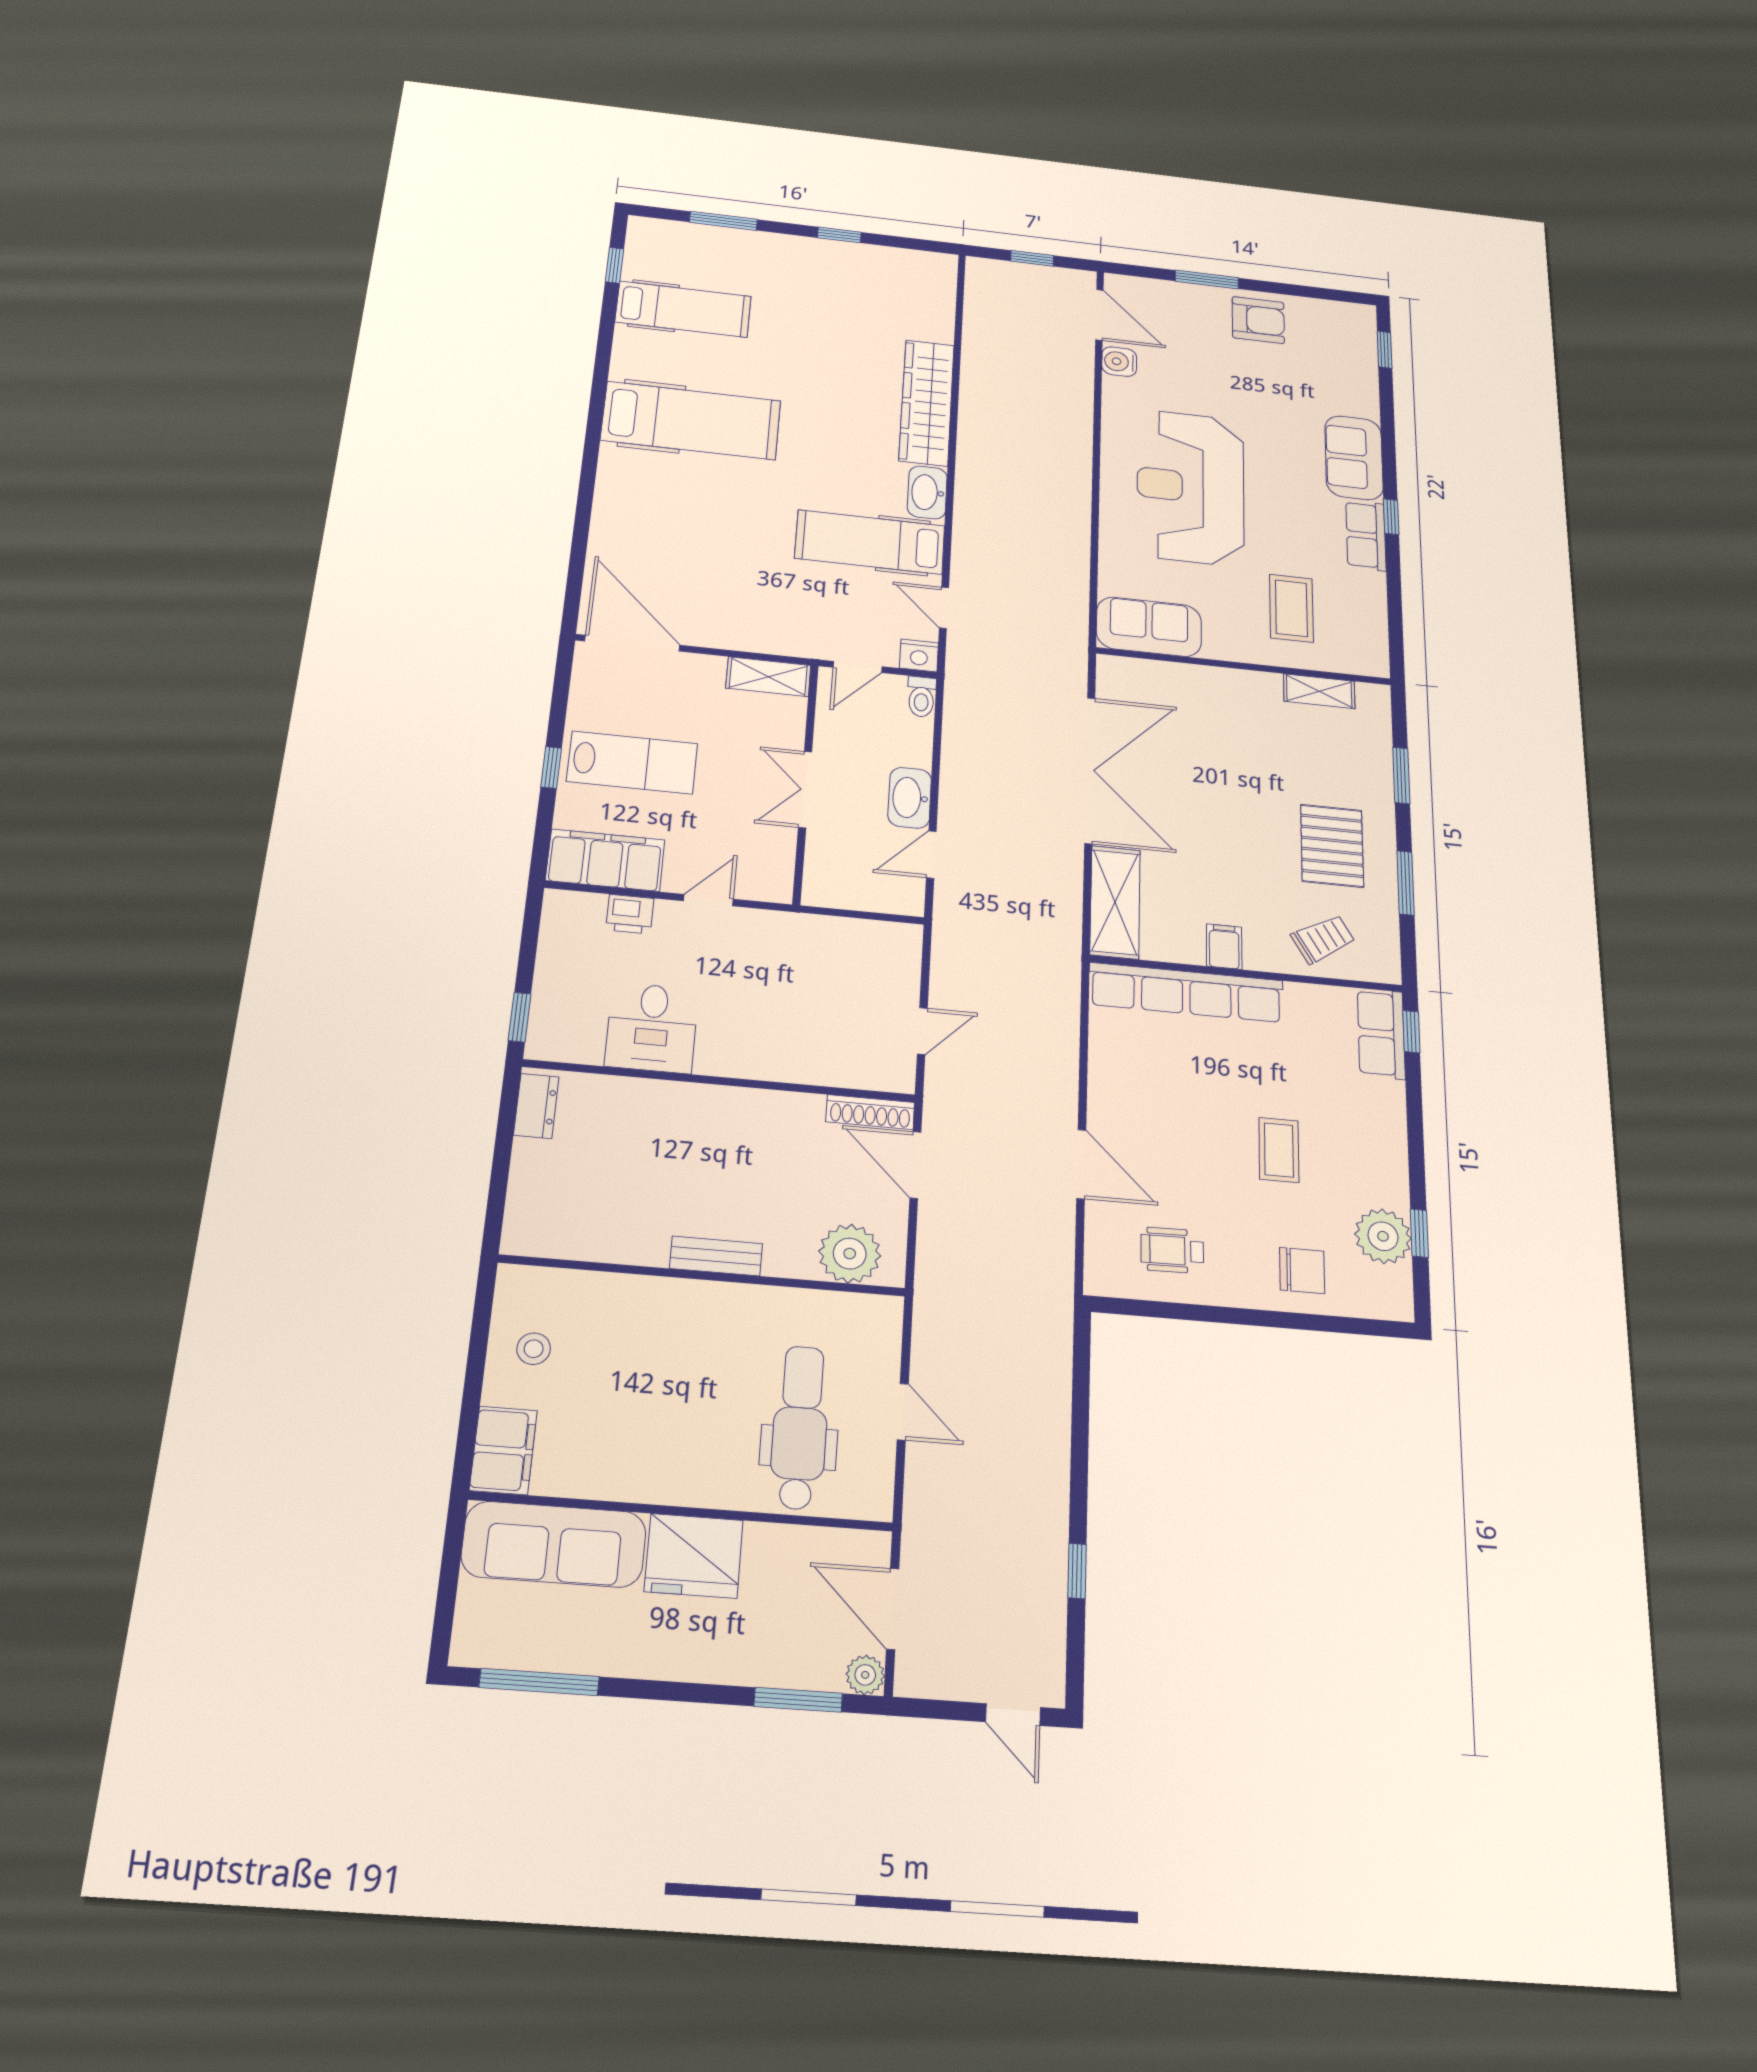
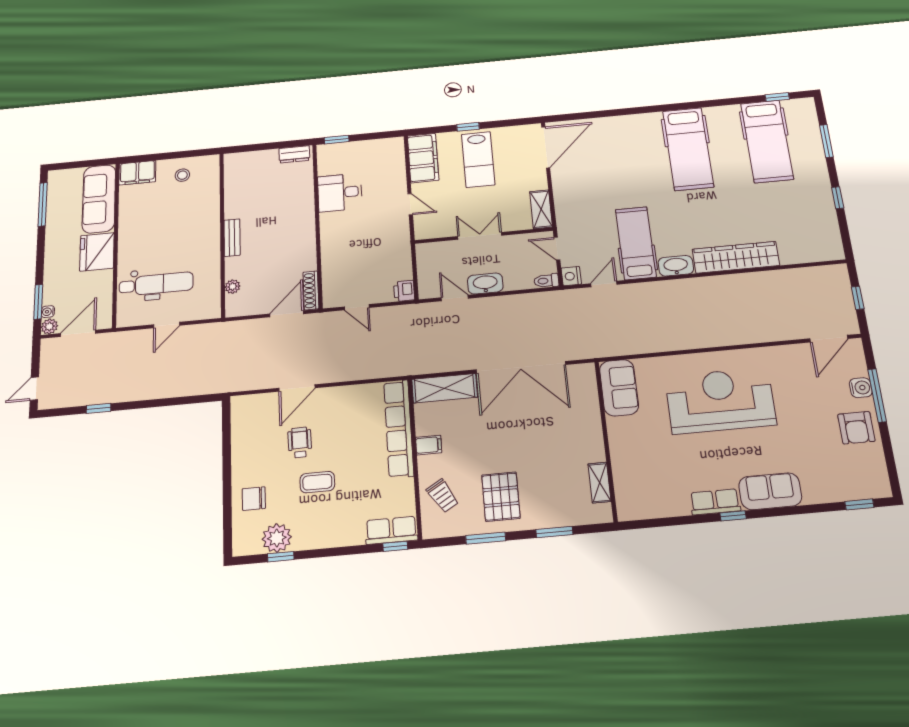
window: (1207, 279) -> (877, 395), width x1.44
hospital bed: (683, 309) -> (767, 141), width x1.37, depth x1.29
water cooler: (1119, 362) -> (861, 388), moved, turned 90
coffee table: (1291, 608) -> (652, 463), removed
pallet: (1332, 846) -> (501, 497), turned 90
printer: (630, 914) -> (404, 291), moved
wheelchair: (1172, 1250) -> (300, 442), moved
plant: (850, 1254) -> (233, 287), width x0.53, depth x0.53
chair: (1302, 1270) -> (254, 499), turned 90
water cooler: (827, 1677) -> (48, 312), added

